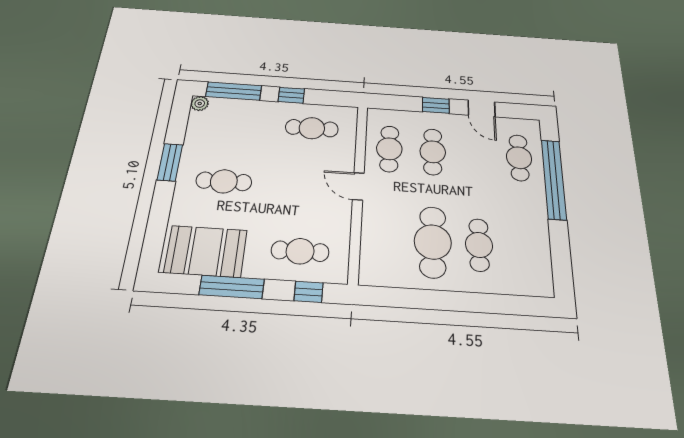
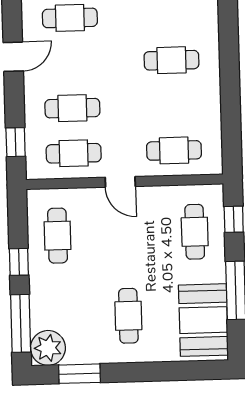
plant: (200, 103) -> (48, 348), width x1.87, depth x1.87
window: (436, 105) -> (16, 142), moved
window: (170, 162) -> (80, 374), moved
door: (358, 186) -> (120, 182), hinge flipped
cafe table: (433, 242) -> (174, 150), moved, width x0.73, depth x0.74

